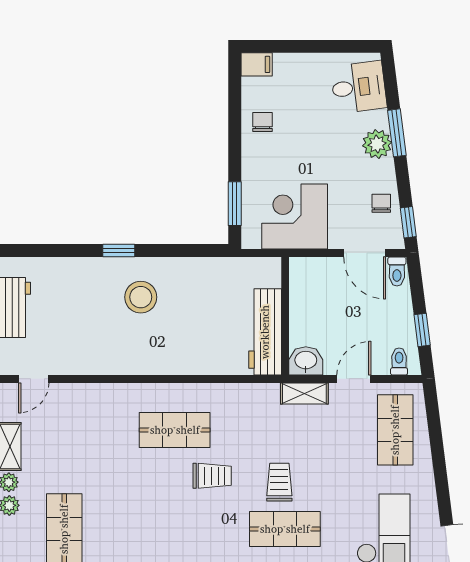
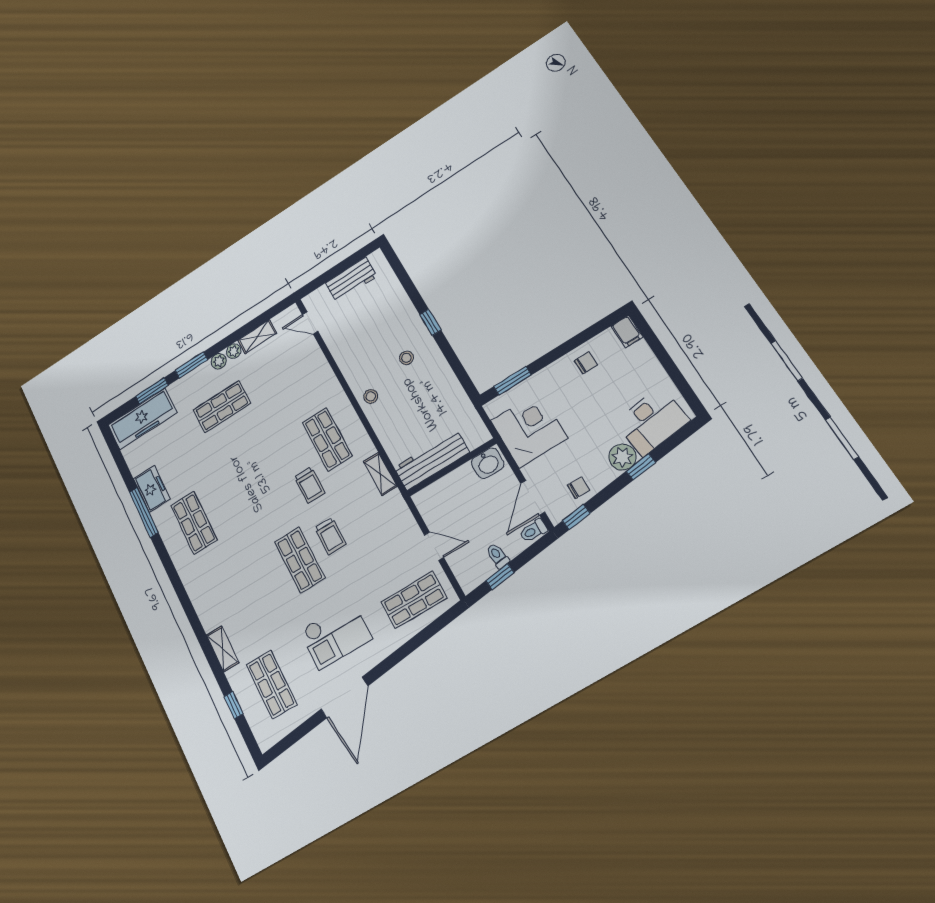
desk: (359, 87) -> (652, 421), width x1.37
window: (397, 133) -> (641, 467), width x0.67
stool: (141, 297) -> (406, 358), width x0.53, depth x0.53
stool: (158, 358) -> (371, 396), added
washbasin: (306, 361) -> (488, 463), moved, turned 90
toilet: (399, 362) -> (498, 556), moved, turned -97
shelving: (304, 393) -> (380, 474), moved
trolley: (279, 482) -> (330, 536), turned 90

